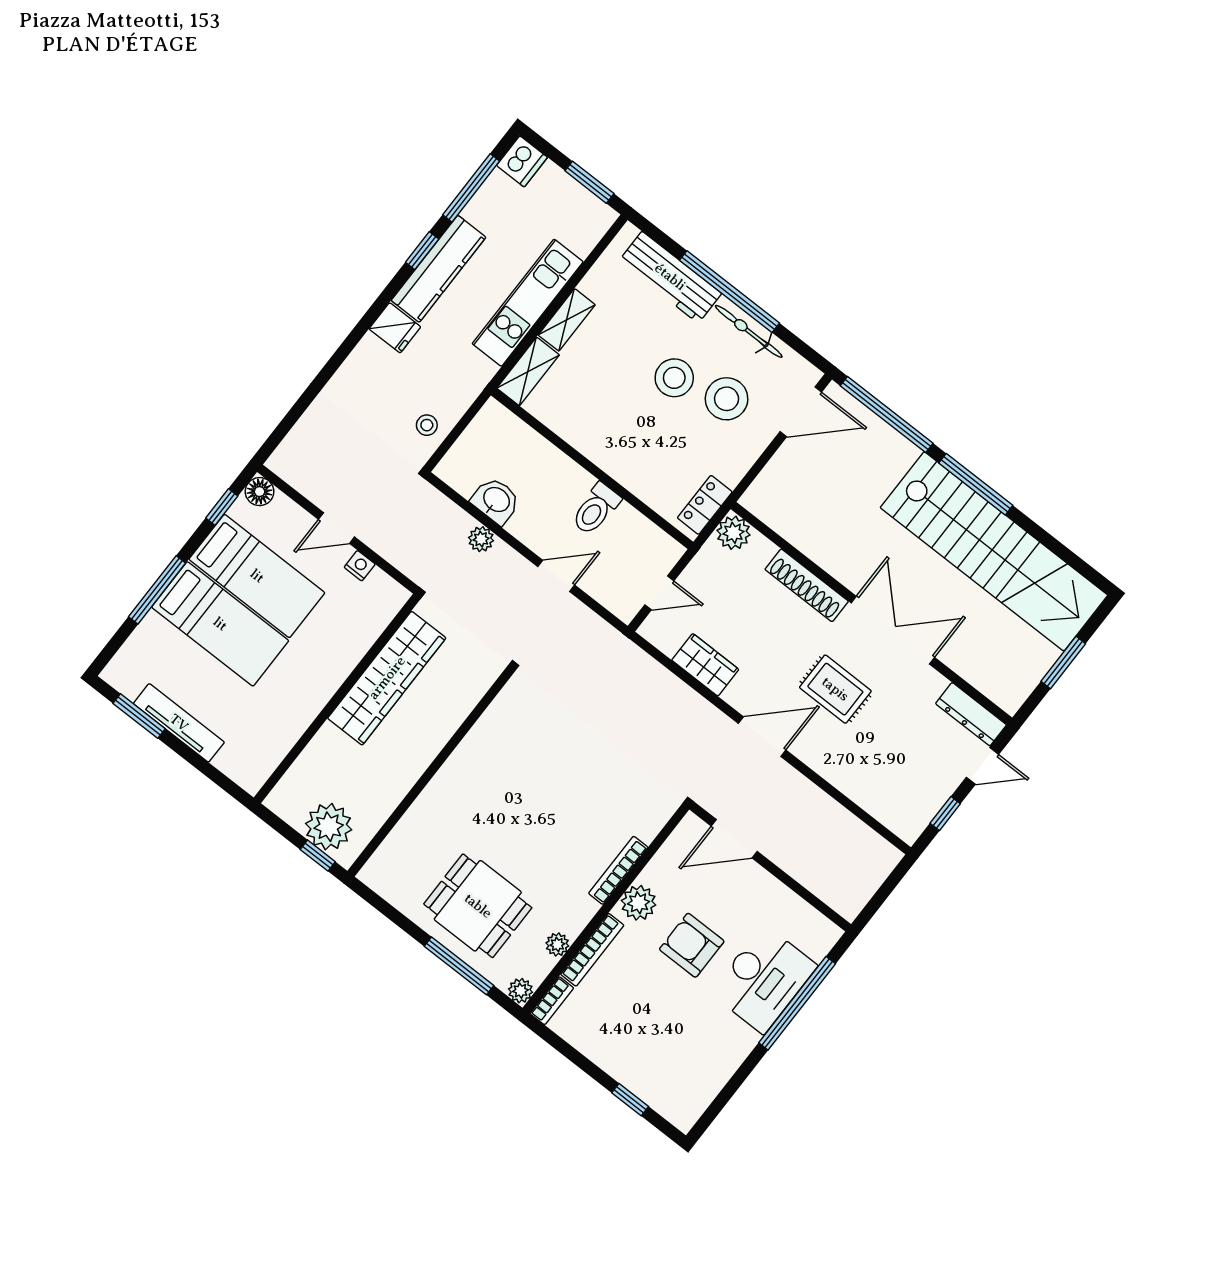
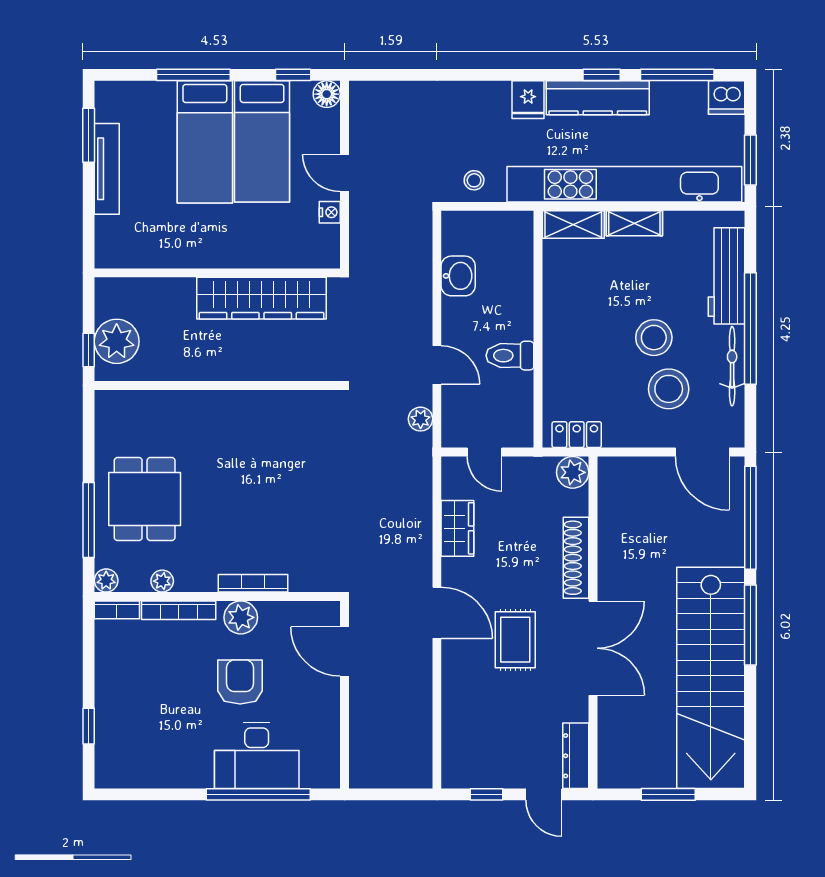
kitchen unit: (528, 303) -> (624, 184), width x1.86
plant: (481, 539) -> (421, 419), moved

